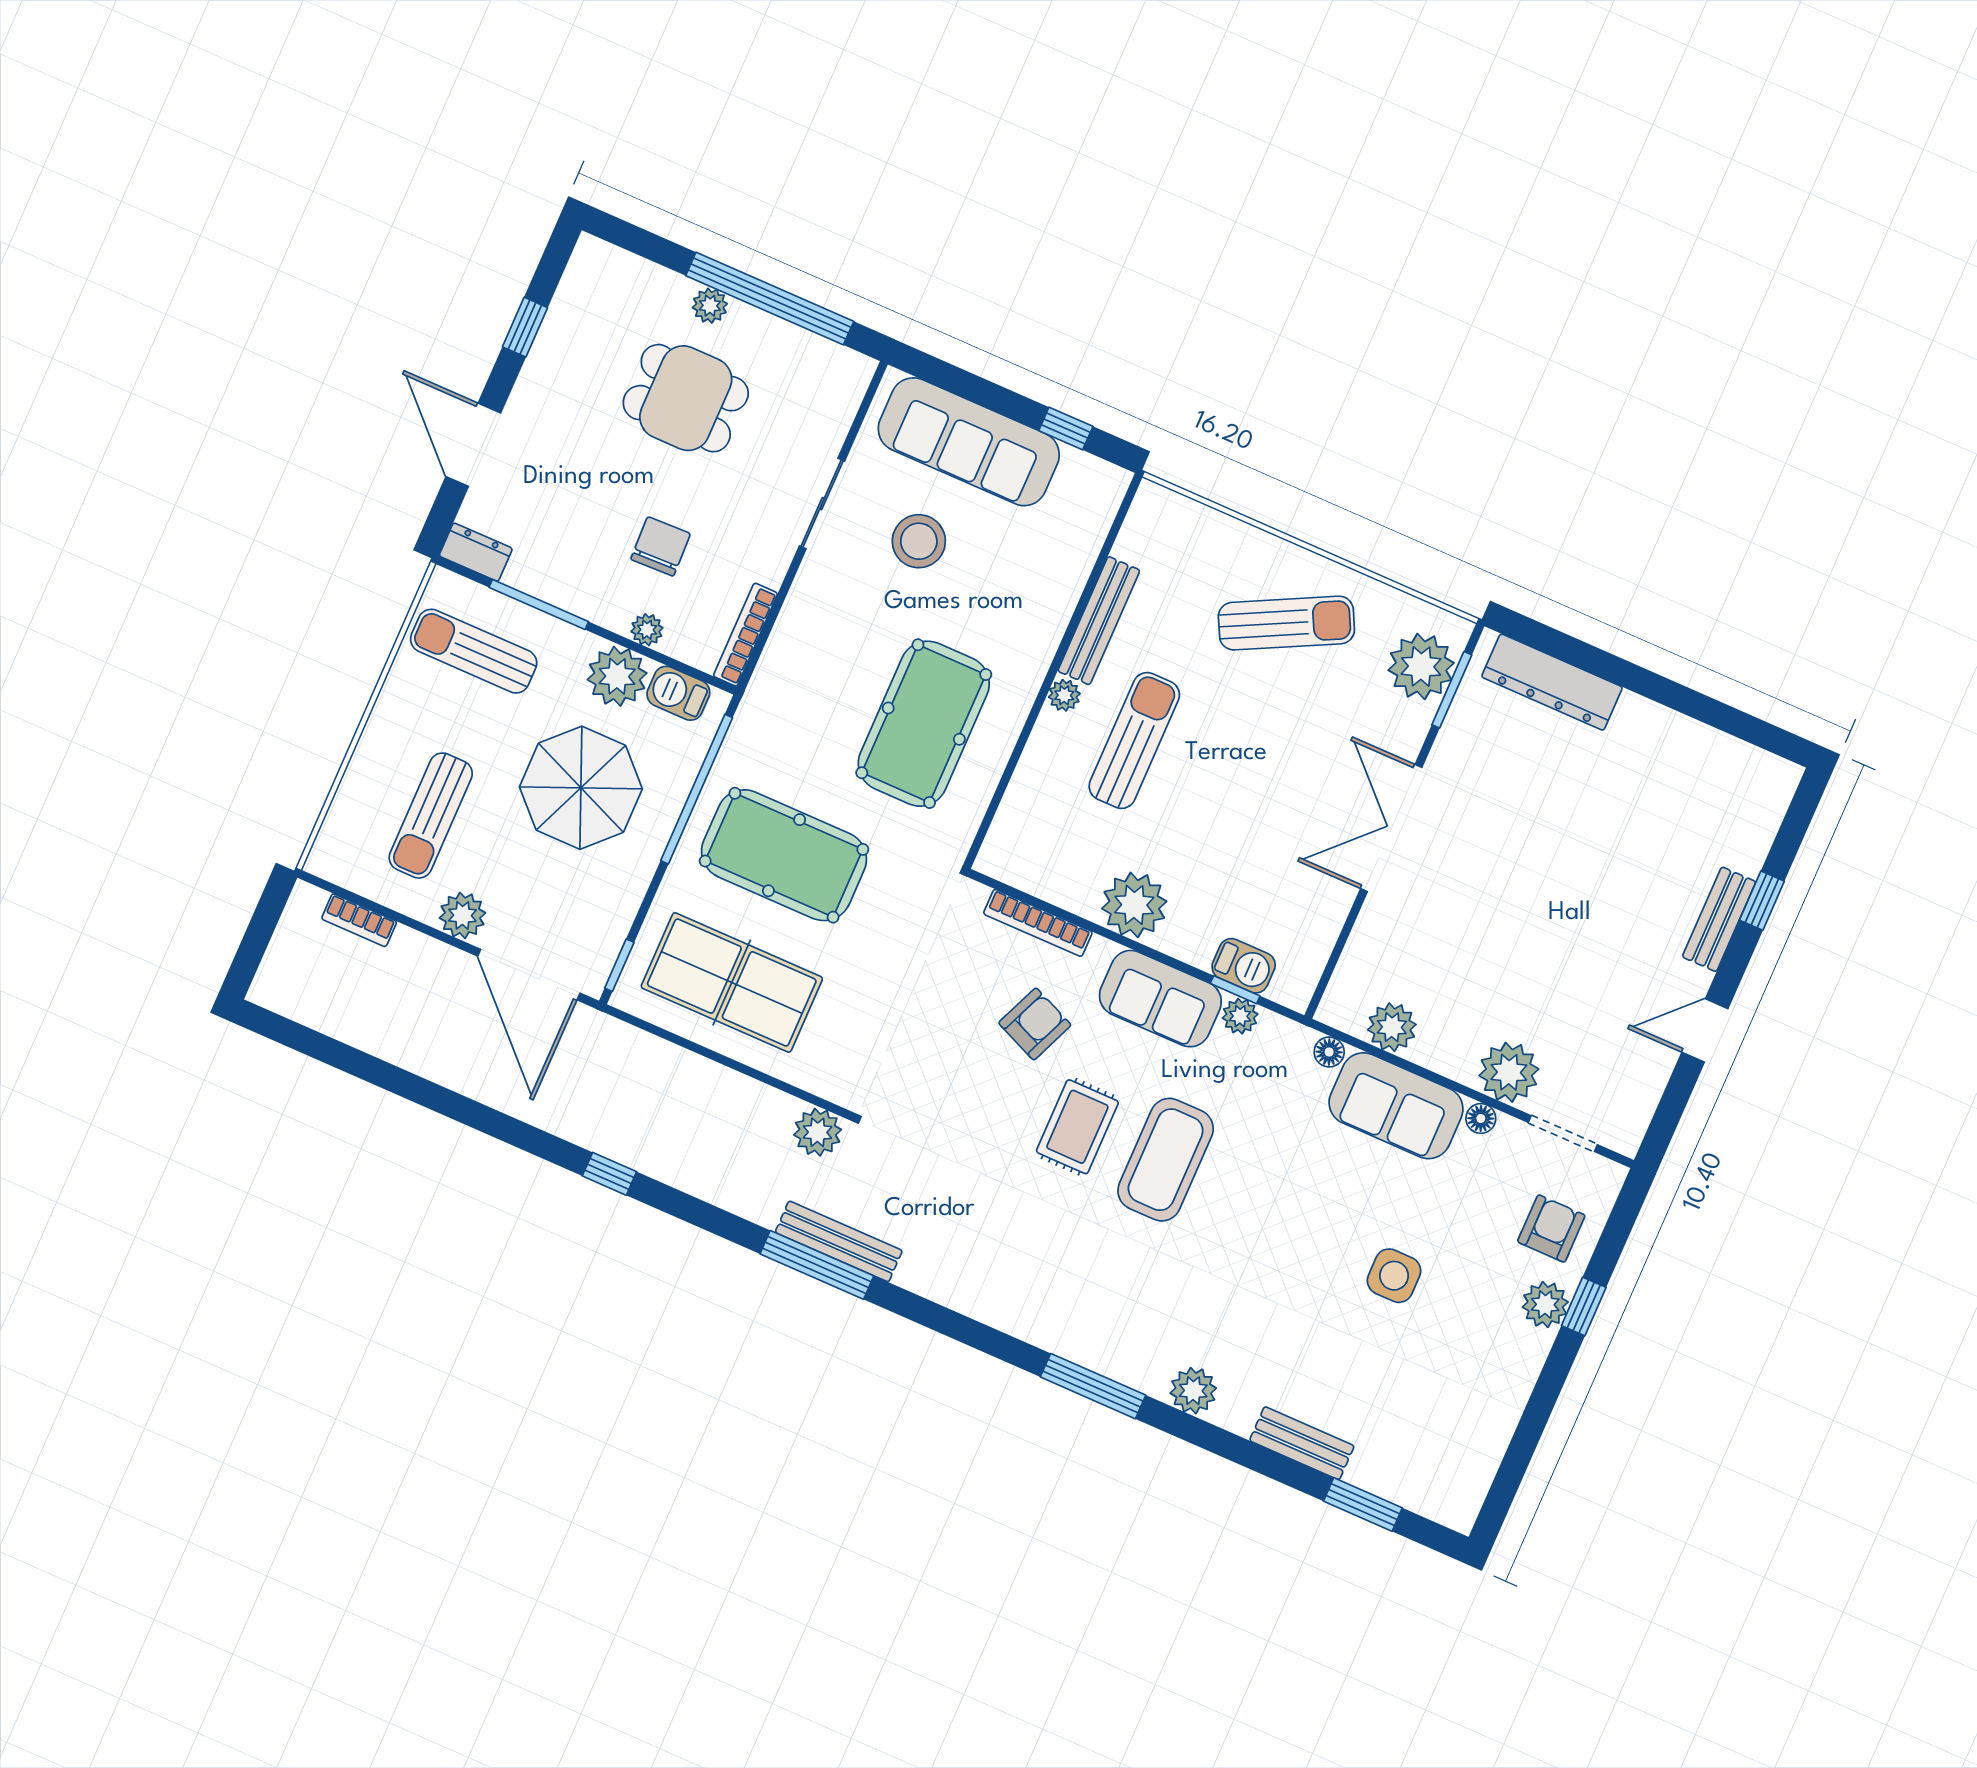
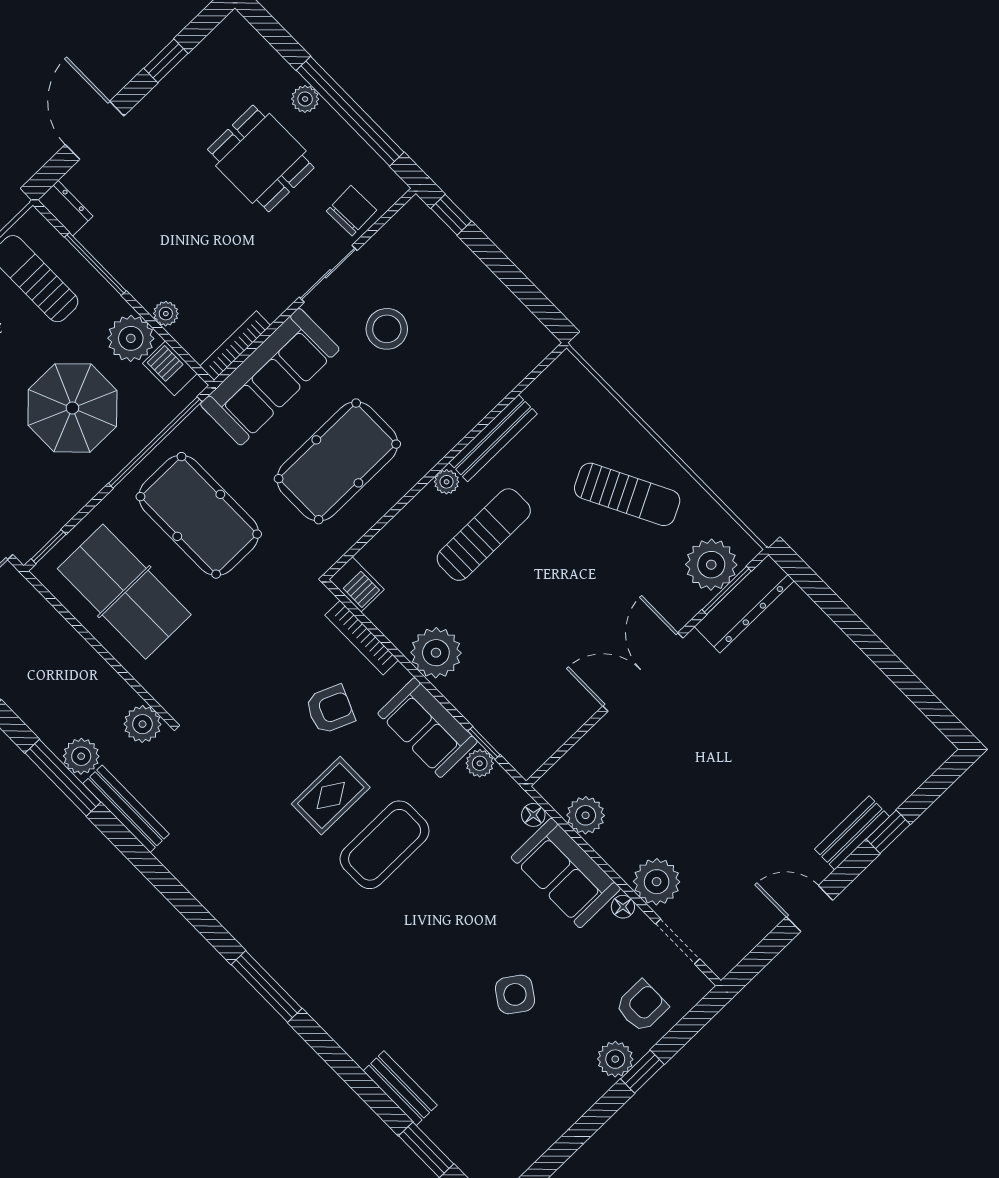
window: (1066, 429) -> (451, 215), moved
sofa: (969, 442) -> (270, 377), moved, turned -90
chair: (661, 546) -> (352, 211), moved
dresser: (1552, 682) -> (744, 604), moved, turned -90
barbecue: (1244, 966) -> (357, 584), moved
window: (817, 1265) -> (63, 778), moved
side table: (1394, 1276) -> (515, 994), turned 35
plant: (1193, 1391) -> (81, 756), moved

